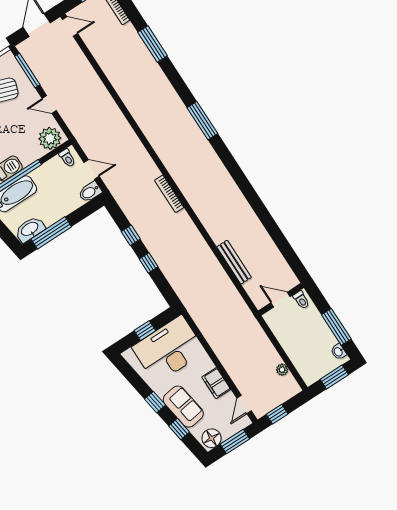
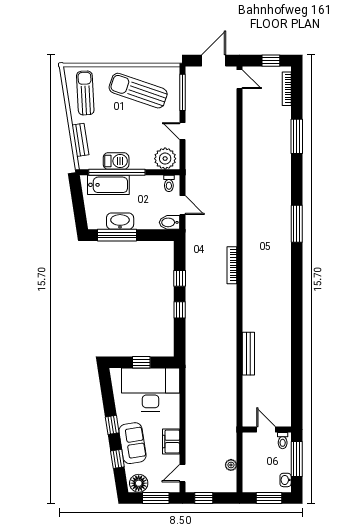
washbasin: (30, 229) -> (120, 221), moved
wall: (281, 299) -> (267, 429), moved
door: (280, 300) -> (266, 429), moved
toilet: (301, 300) -> (283, 441), moved

